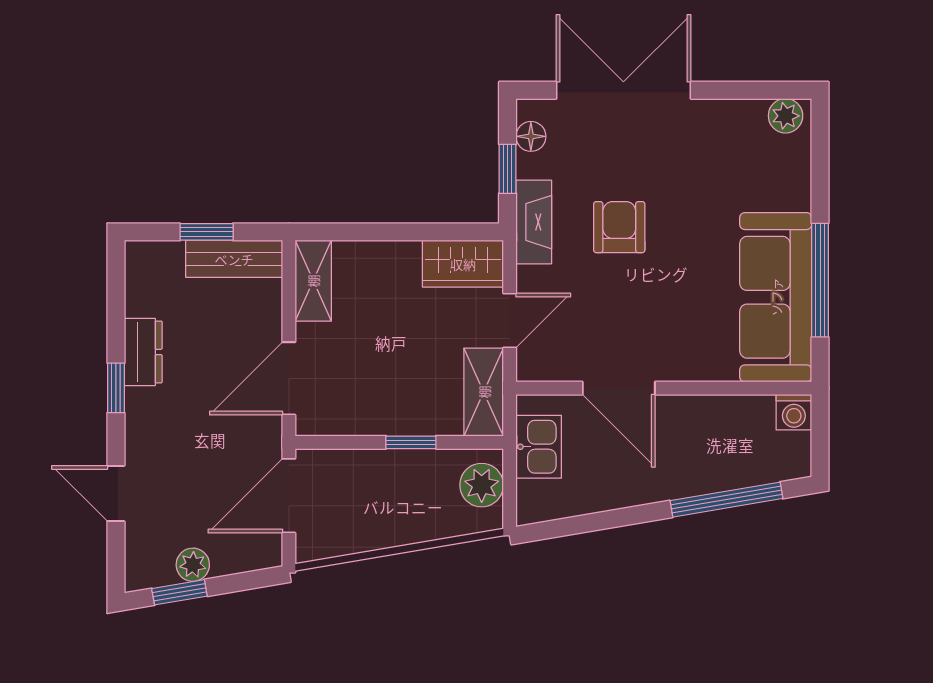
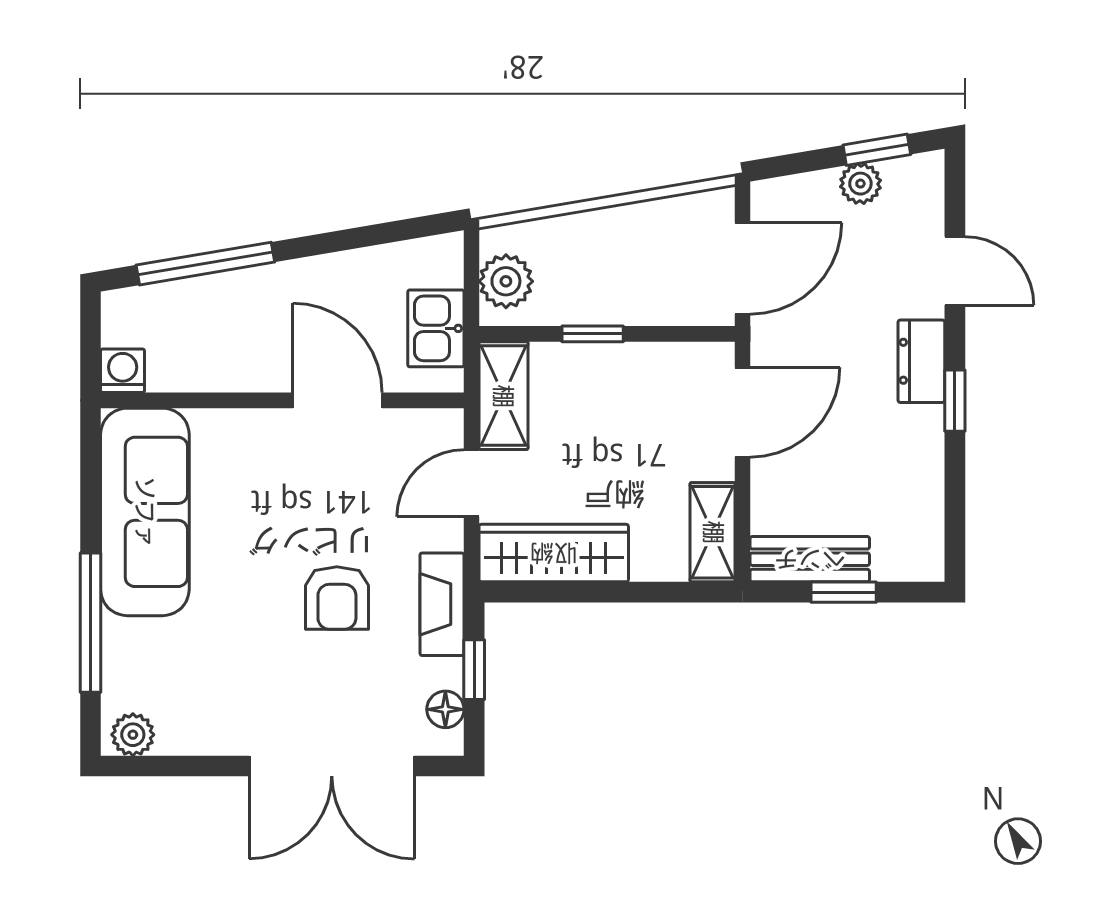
wardrobe: (463, 264) -> (554, 553), width x1.50
window: (820, 280) -> (90, 623), moved
dresser: (143, 352) -> (921, 361), moved

